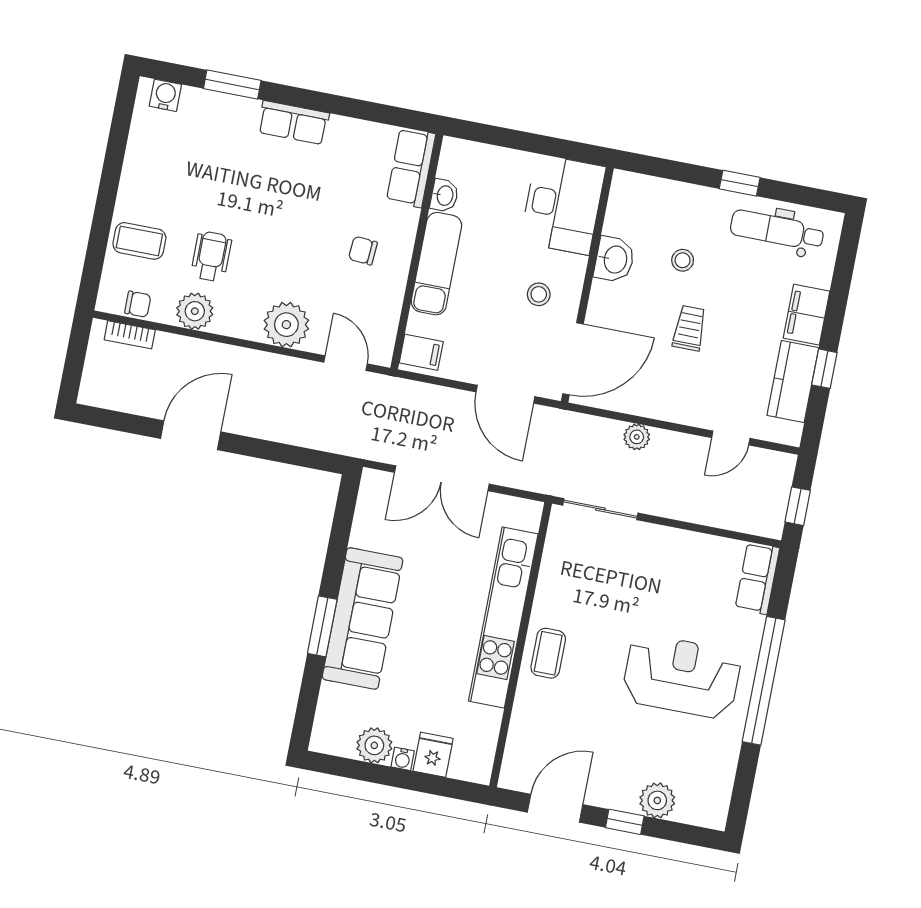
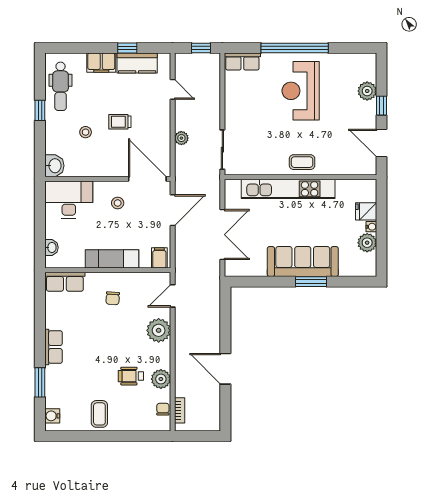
washbasin: (444, 195) -> (52, 247), moved, turned 90
coffee table: (139, 241) -> (99, 414), moved
washbasin: (614, 259) -> (54, 166), moved, turned 90

